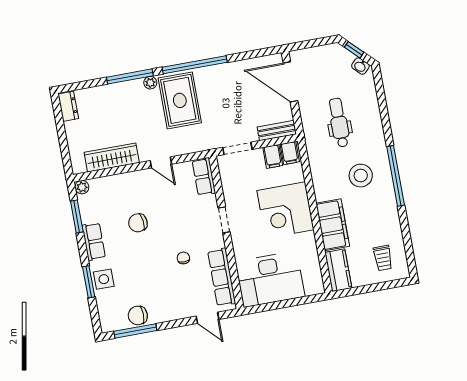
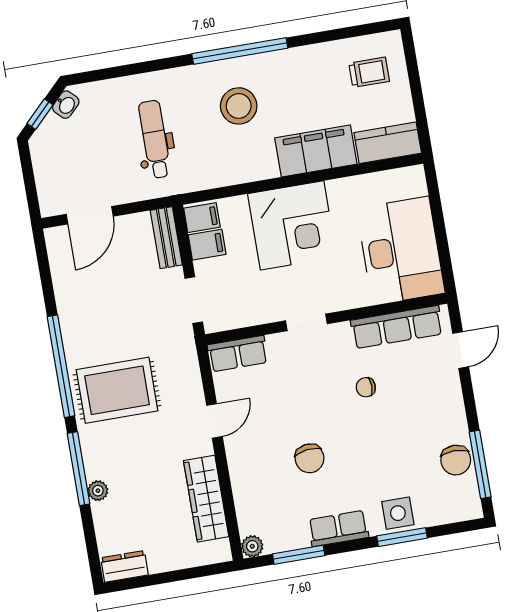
door: (290, 82) -> (90, 215), width x0.73
plant: (150, 83) -> (98, 491), moved
dental chair: (339, 123) -> (155, 139), turned 90

